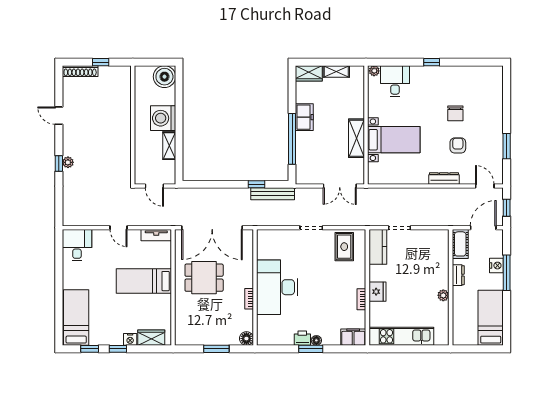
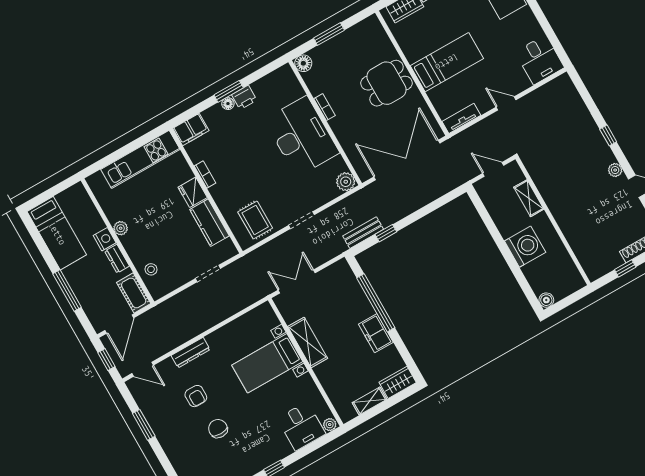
boiler: (164, 77) -> (546, 300), width x0.54, depth x0.54
shelving: (169, 146) -> (529, 198), moved
plant: (68, 162) -> (615, 170), moved
bench: (273, 194) -> (363, 233), width x0.73
plant: (264, 237) -> (346, 182), added
kitchen counter: (378, 247) -> (209, 223), moved
stool: (438, 254) -> (151, 269), added
nightstand: (496, 266) -> (105, 239), moved, turned 180
dining table: (204, 278) -> (387, 83), moved

